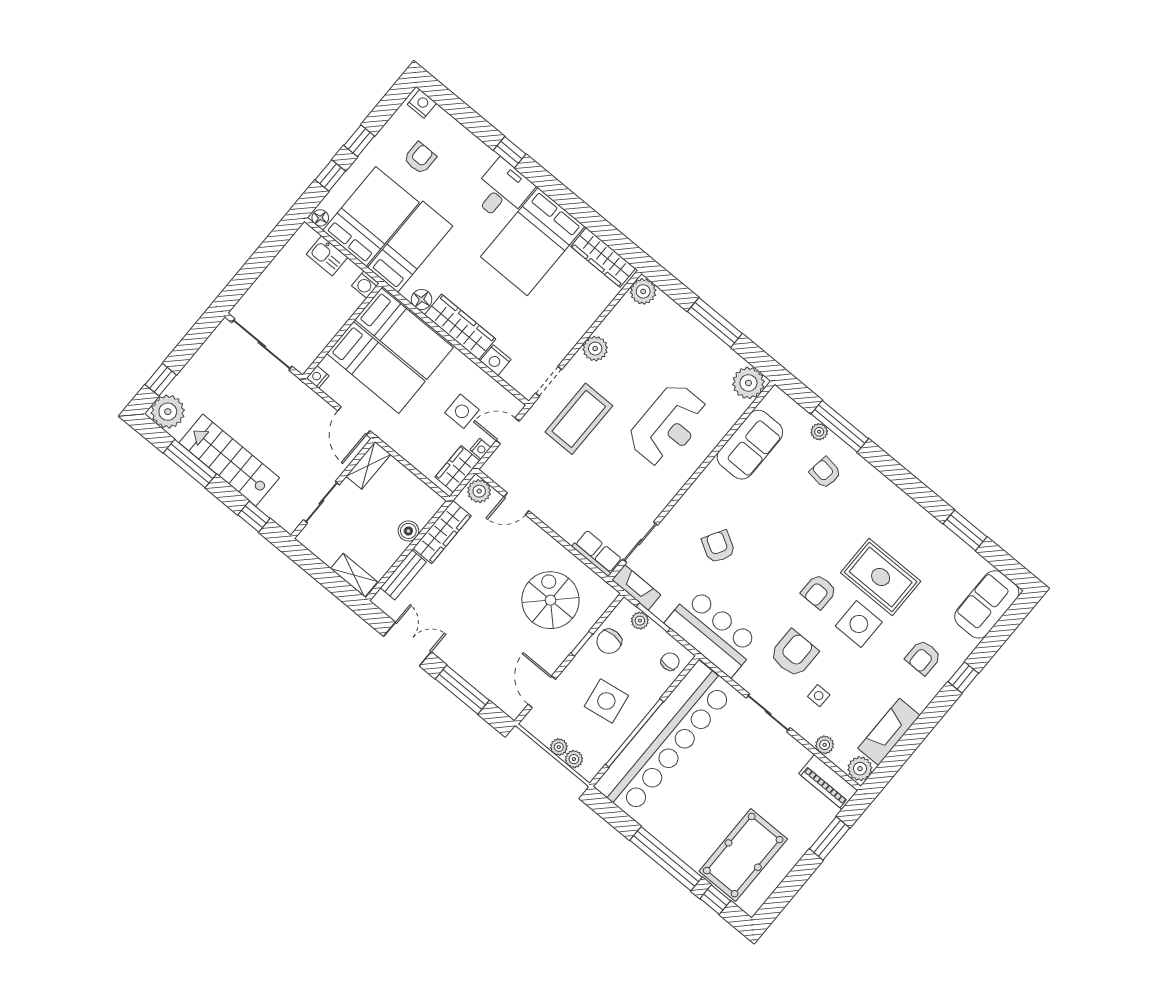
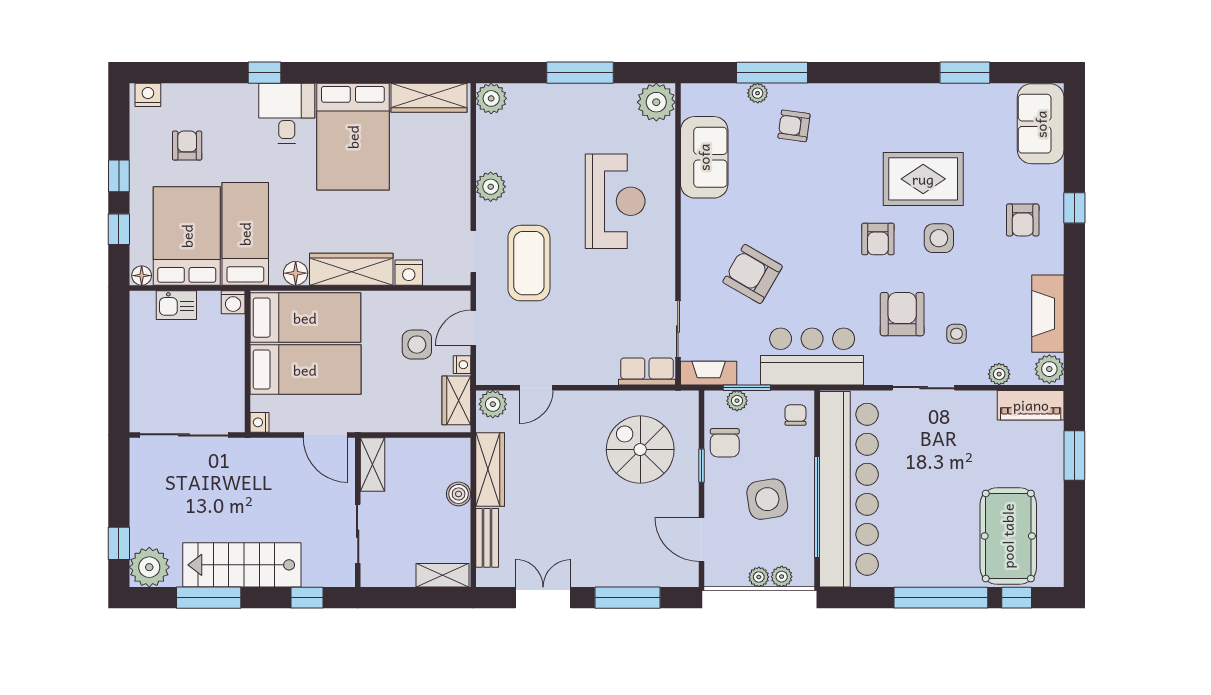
armchair: (718, 547) -> (753, 274), width x1.38, depth x1.38
side table: (859, 624) -> (939, 238), width x0.73, depth x0.73

